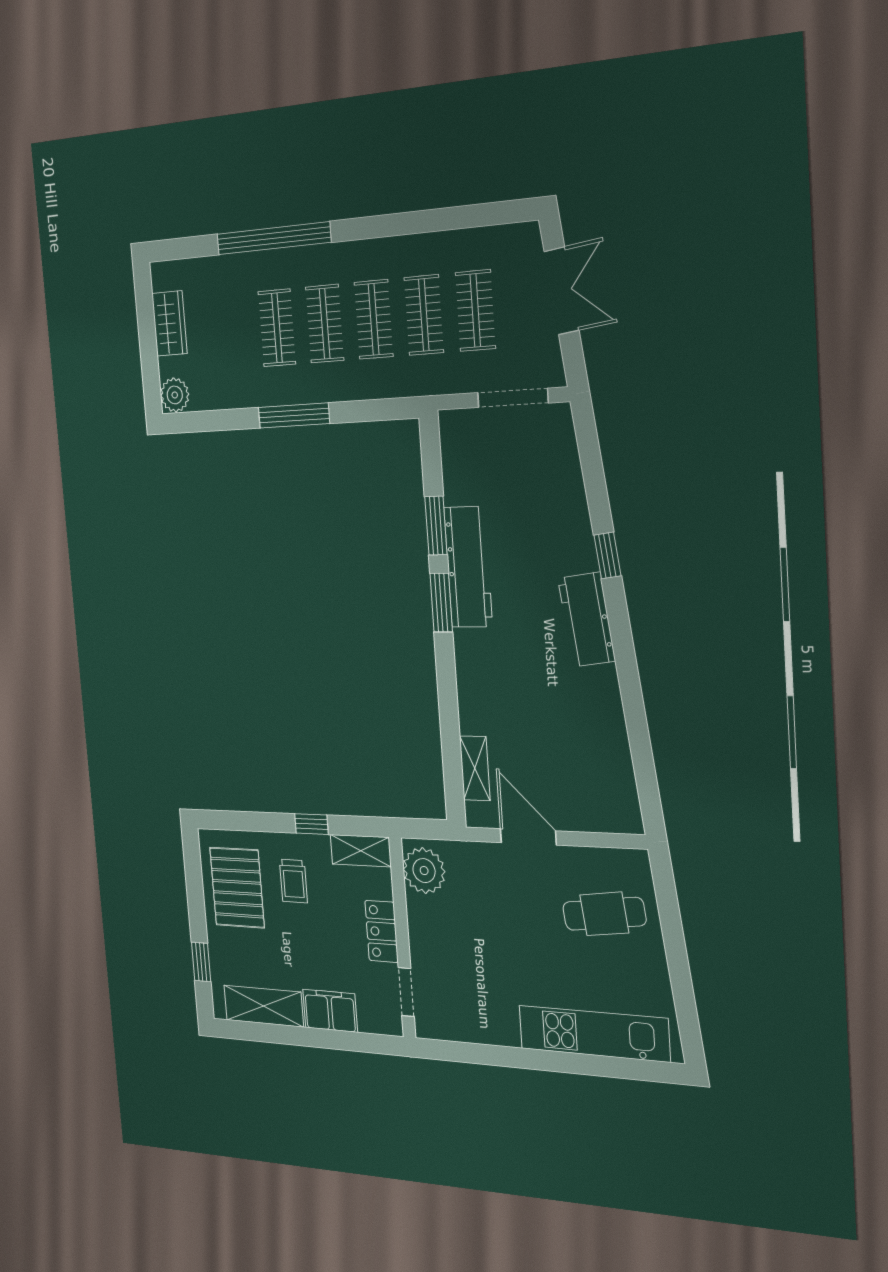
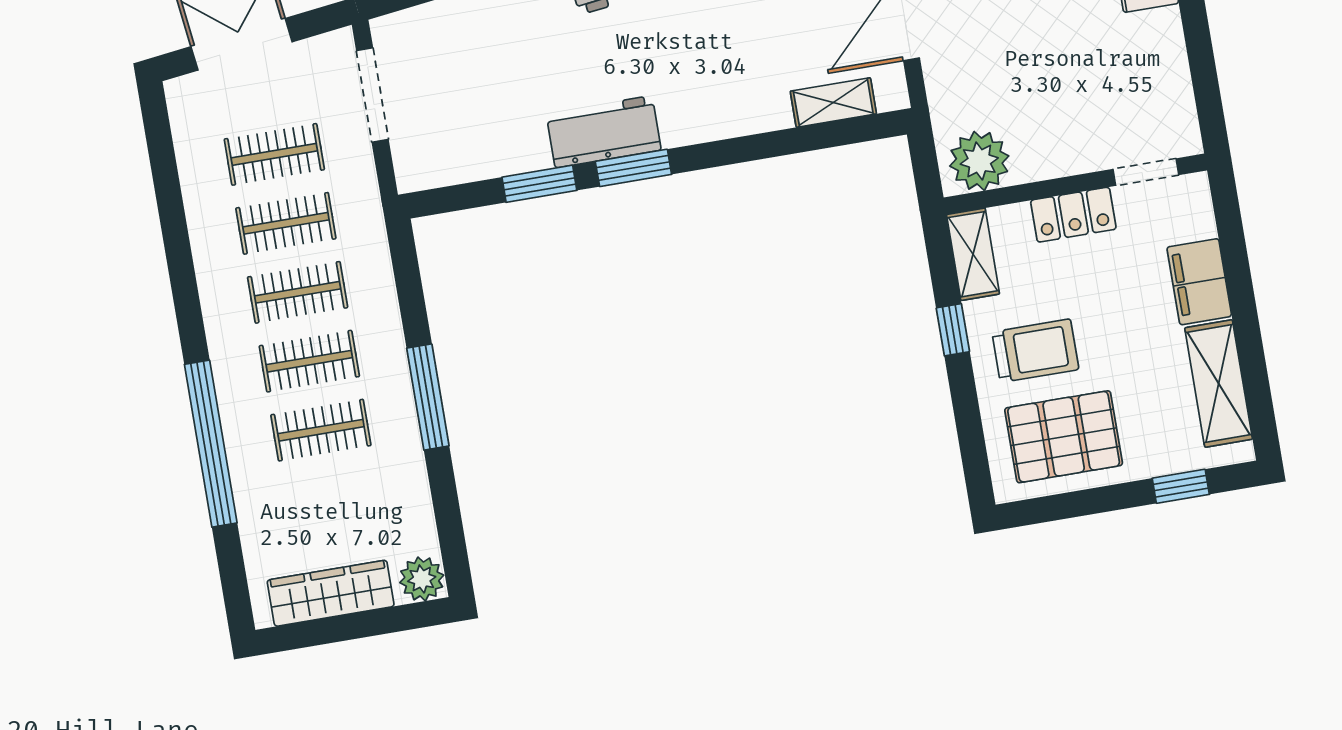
wardrobe: (169, 323) -> (331, 593), width x1.50
workbench: (468, 567) -> (604, 132), width x0.73
trolley: (293, 881) -> (1035, 351), width x1.36, depth x1.39

